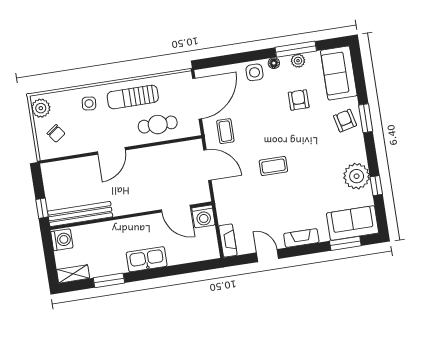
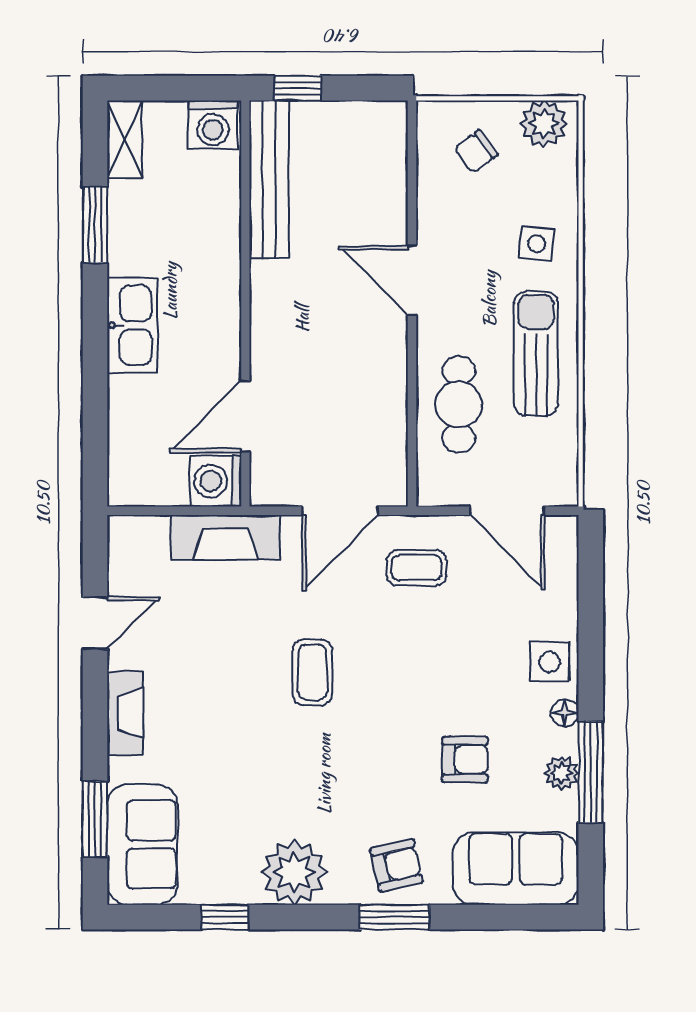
door: (197, 99) -> (507, 511), width x0.73
plant: (357, 176) -> (294, 872), moved
fireplace: (228, 241) -> (225, 537), moved, width x1.37, depth x1.32

